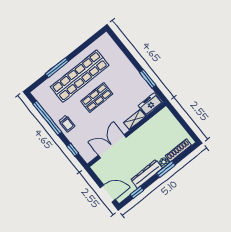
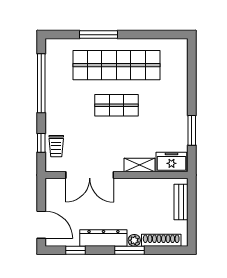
bench: (173, 122) -> (181, 202), added
trolley: (67, 124) -> (56, 146), moved
double door: (112, 146) -> (90, 175), swing flipped

